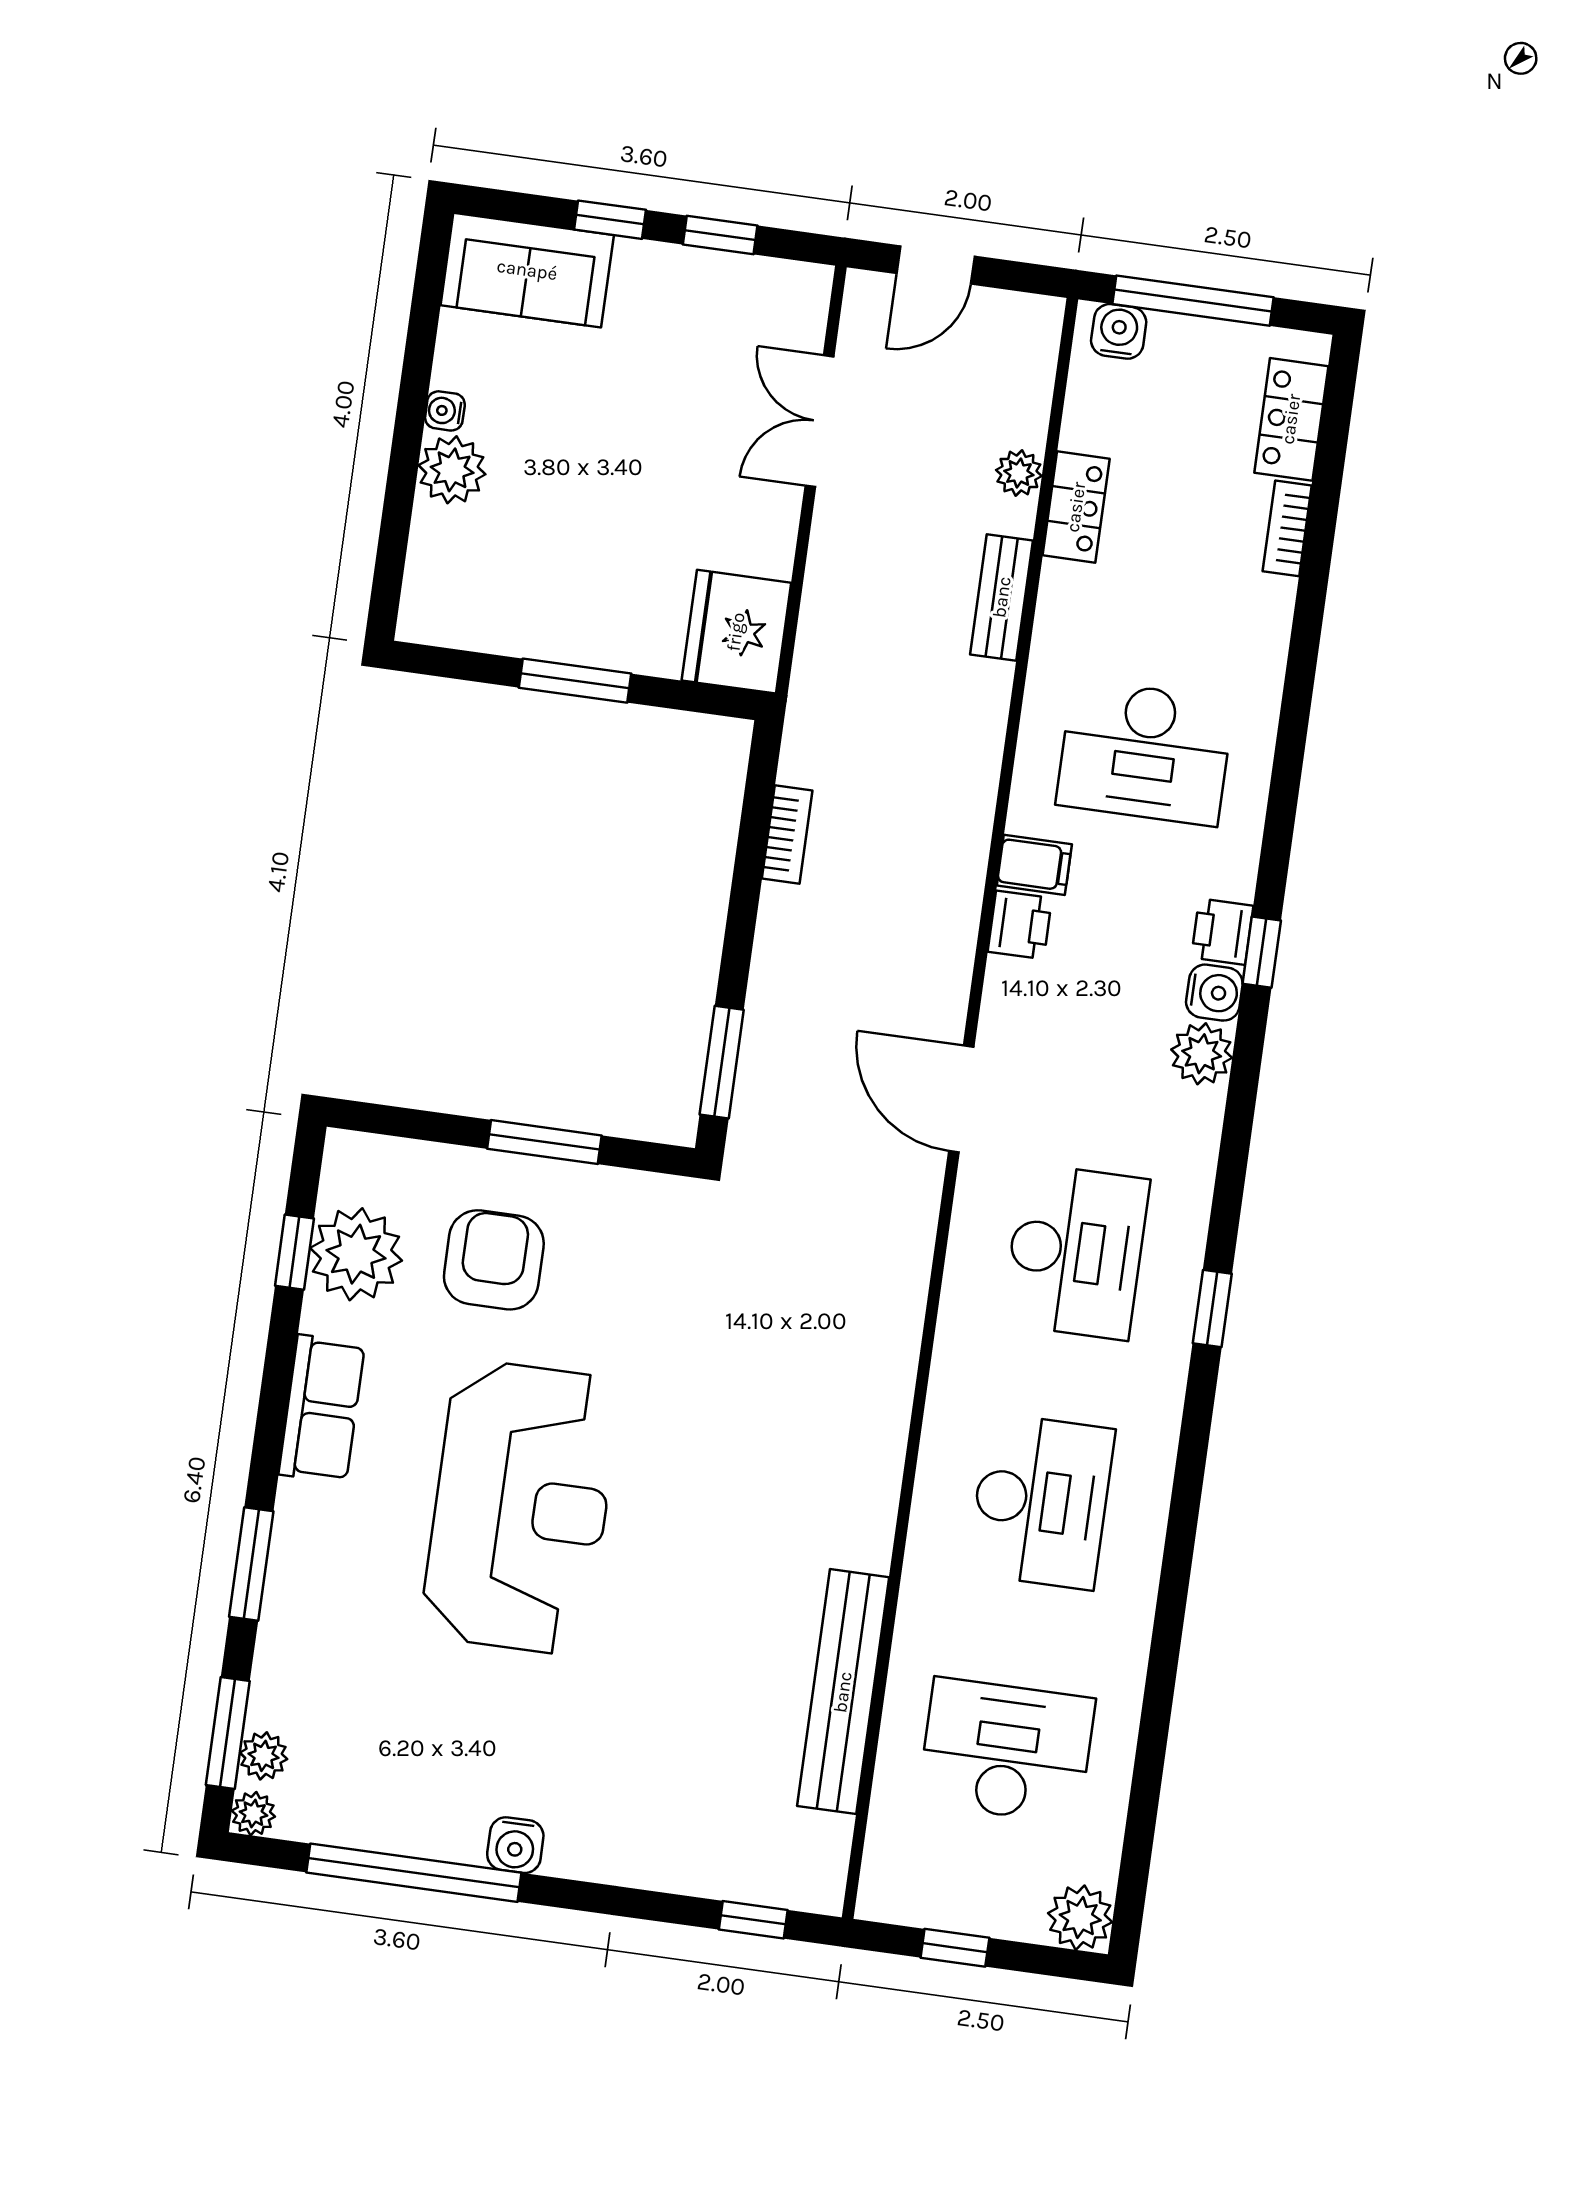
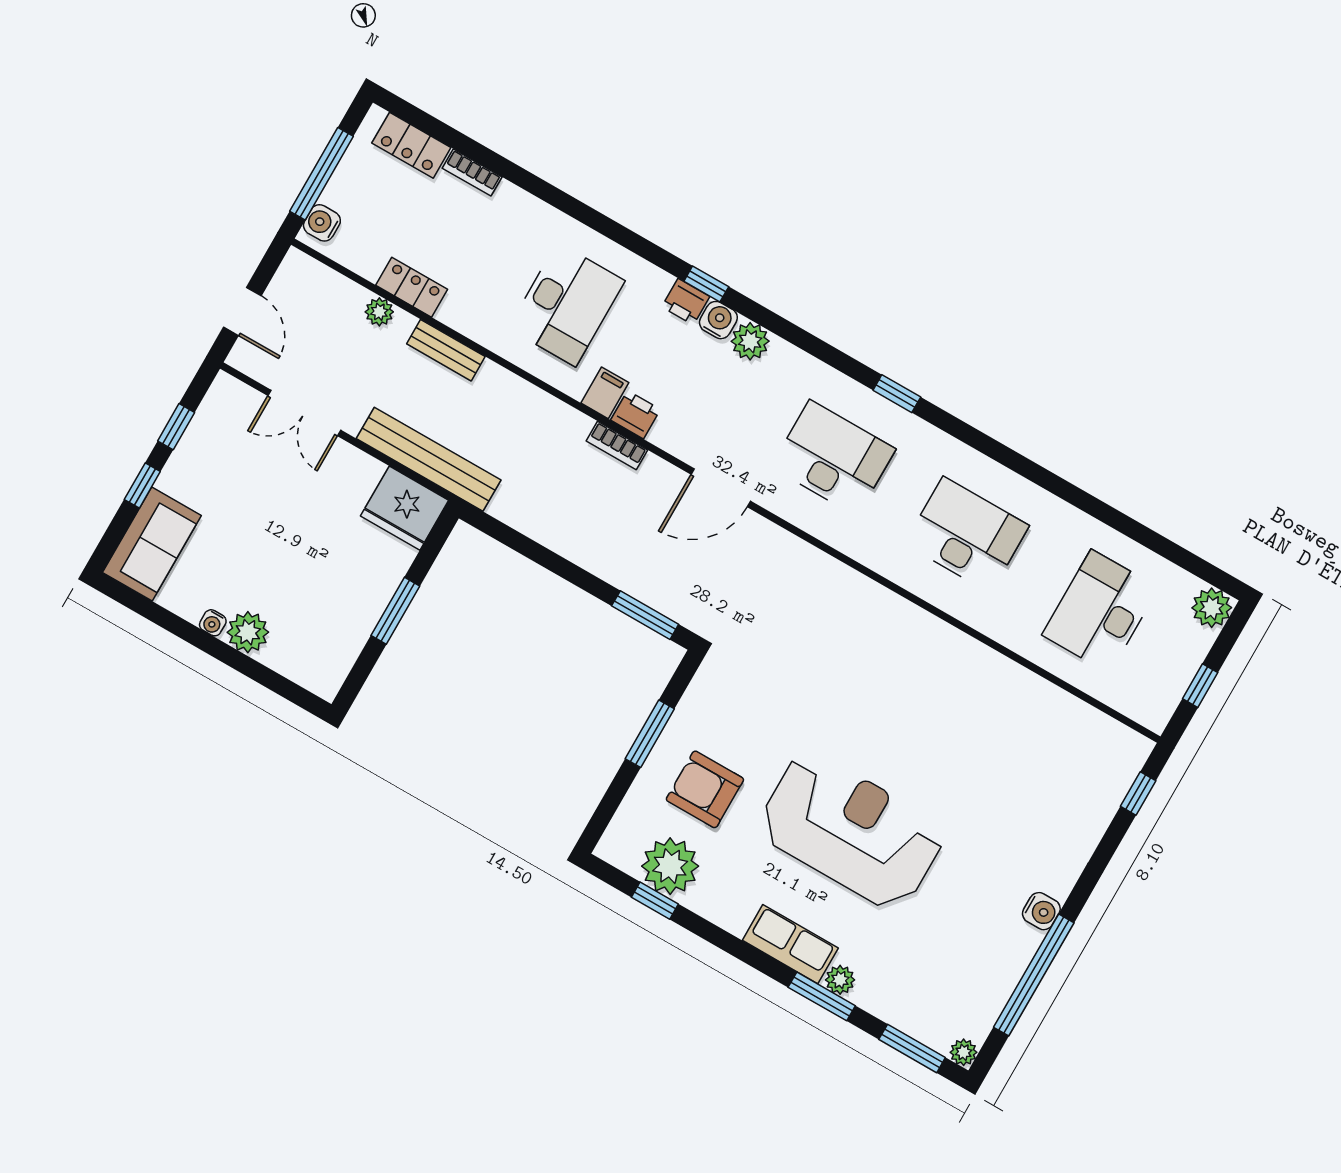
bookcase: (787, 835) -> (617, 445), moved, turned 180
row of seats: (322, 1409) -> (790, 944), moved
bench: (843, 1692) -> (429, 459), moved
plant: (264, 1756) -> (840, 980), moved

